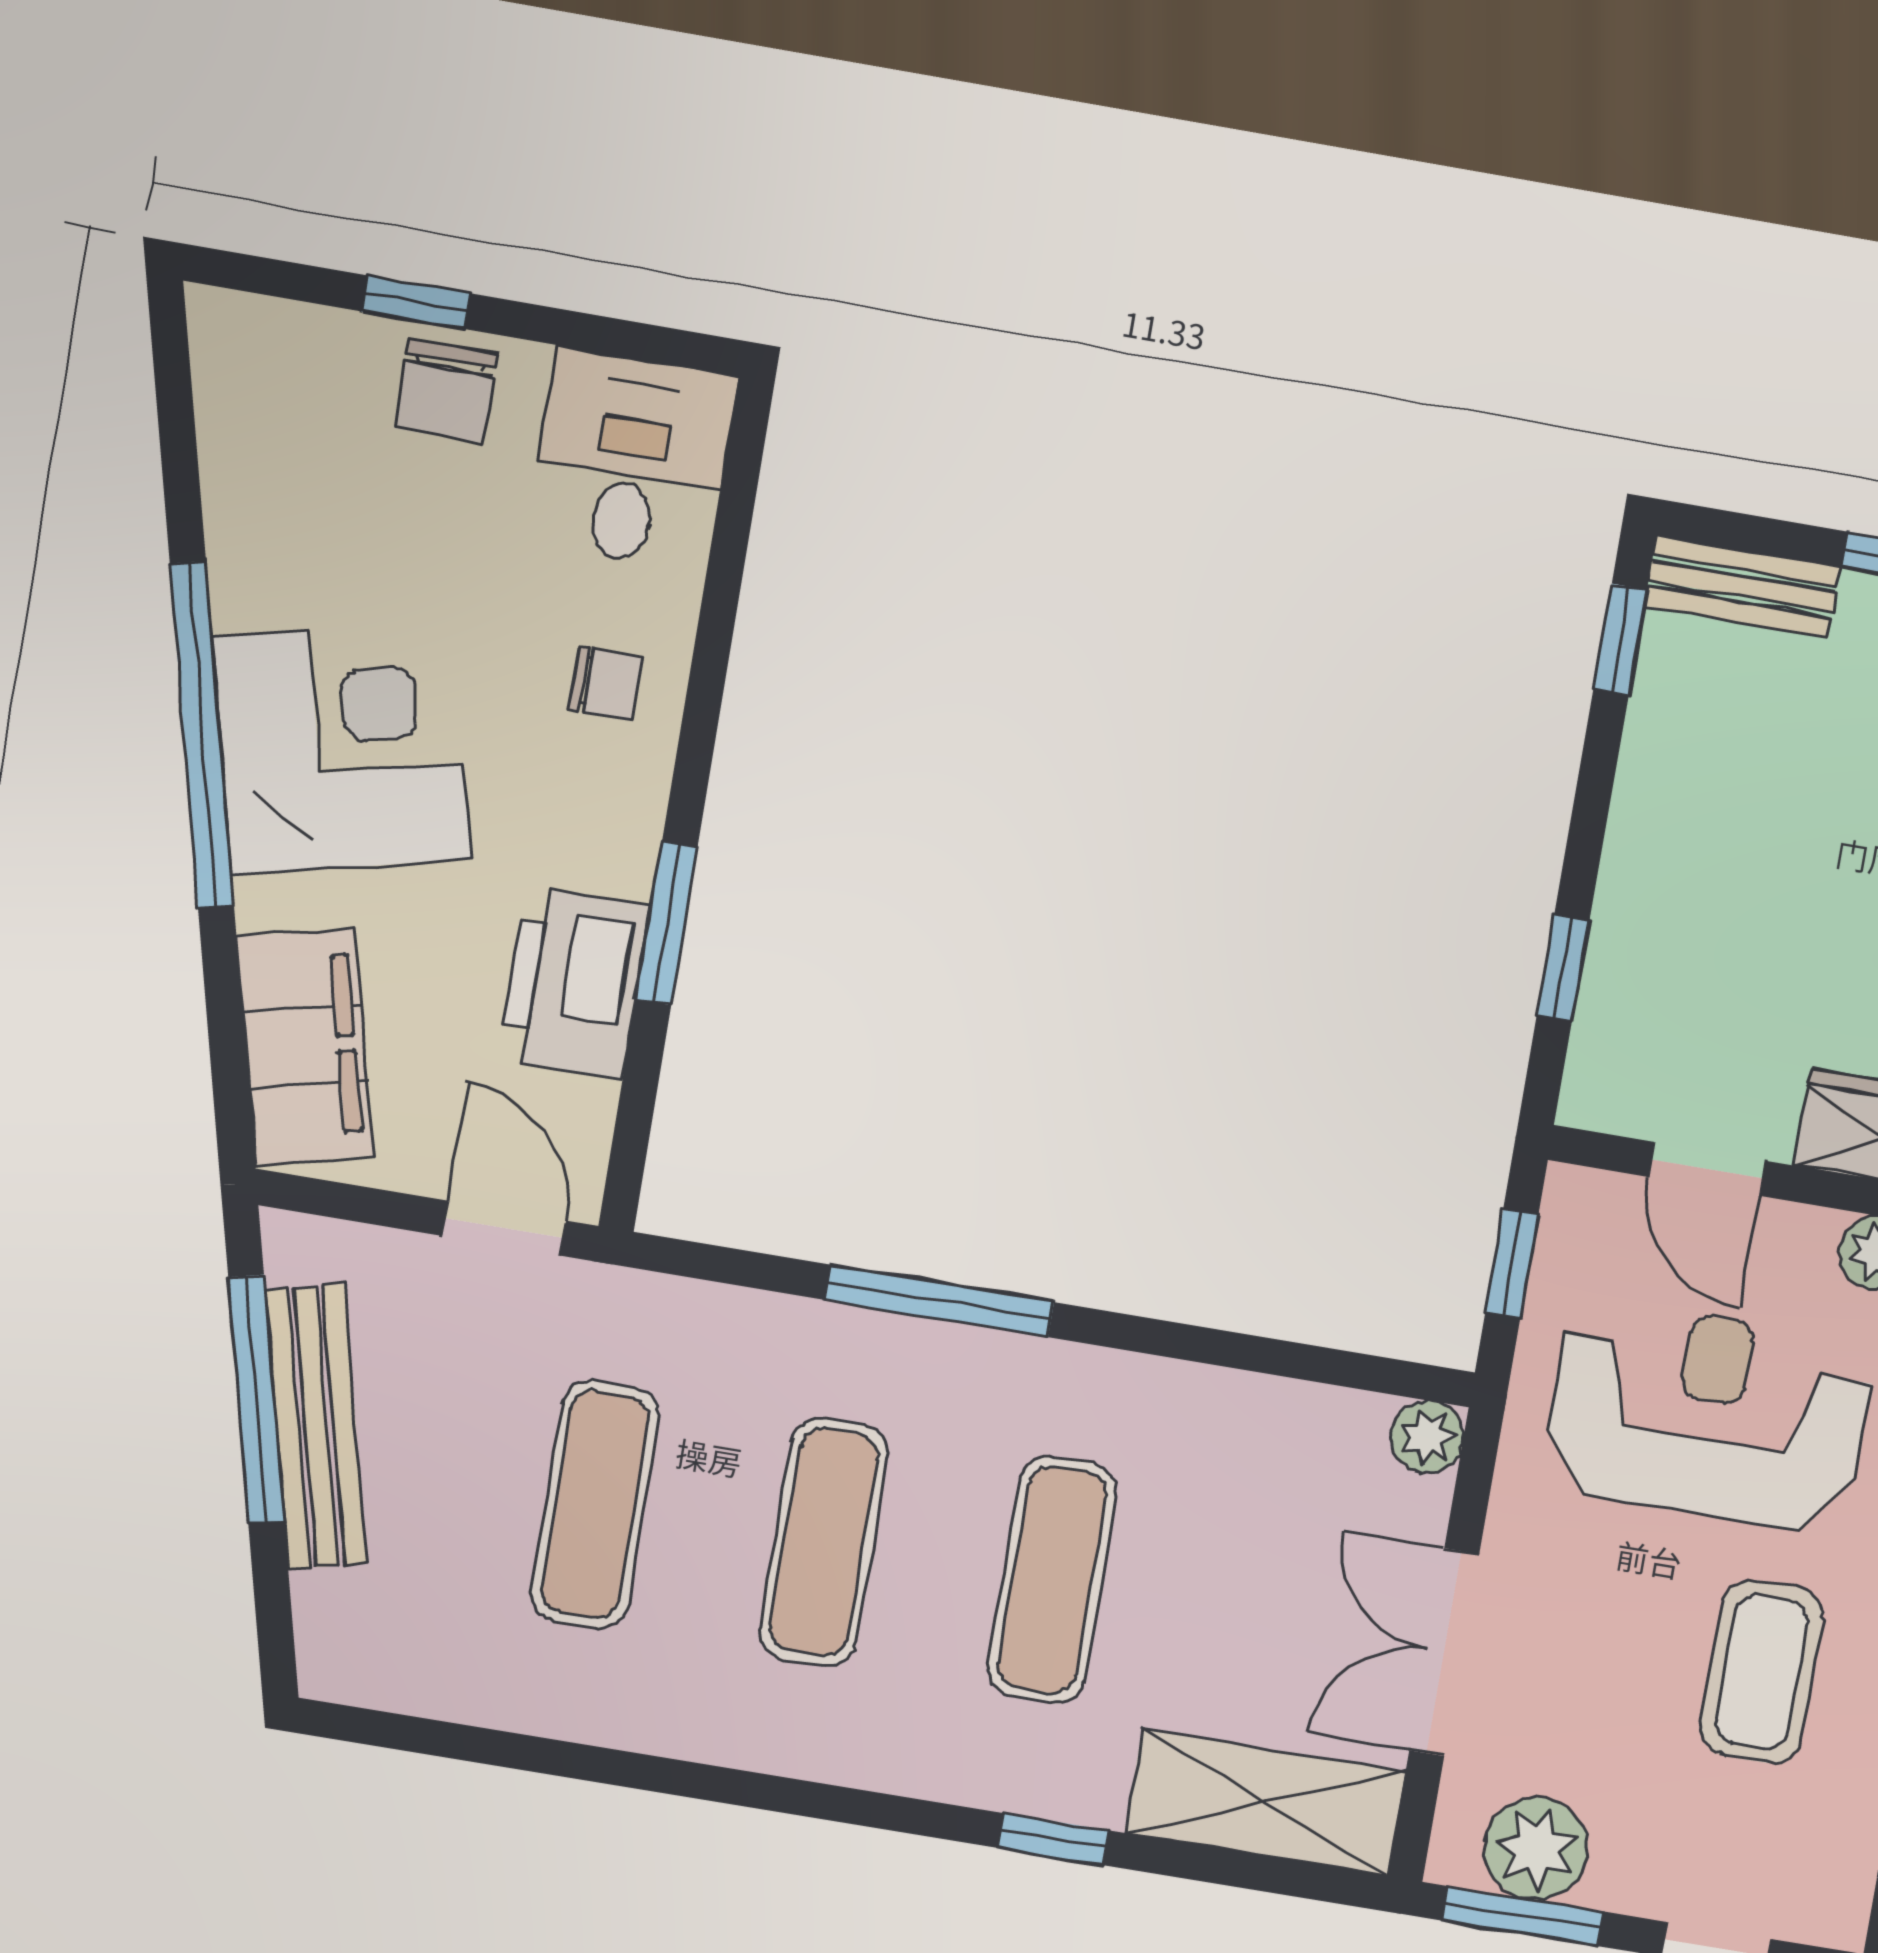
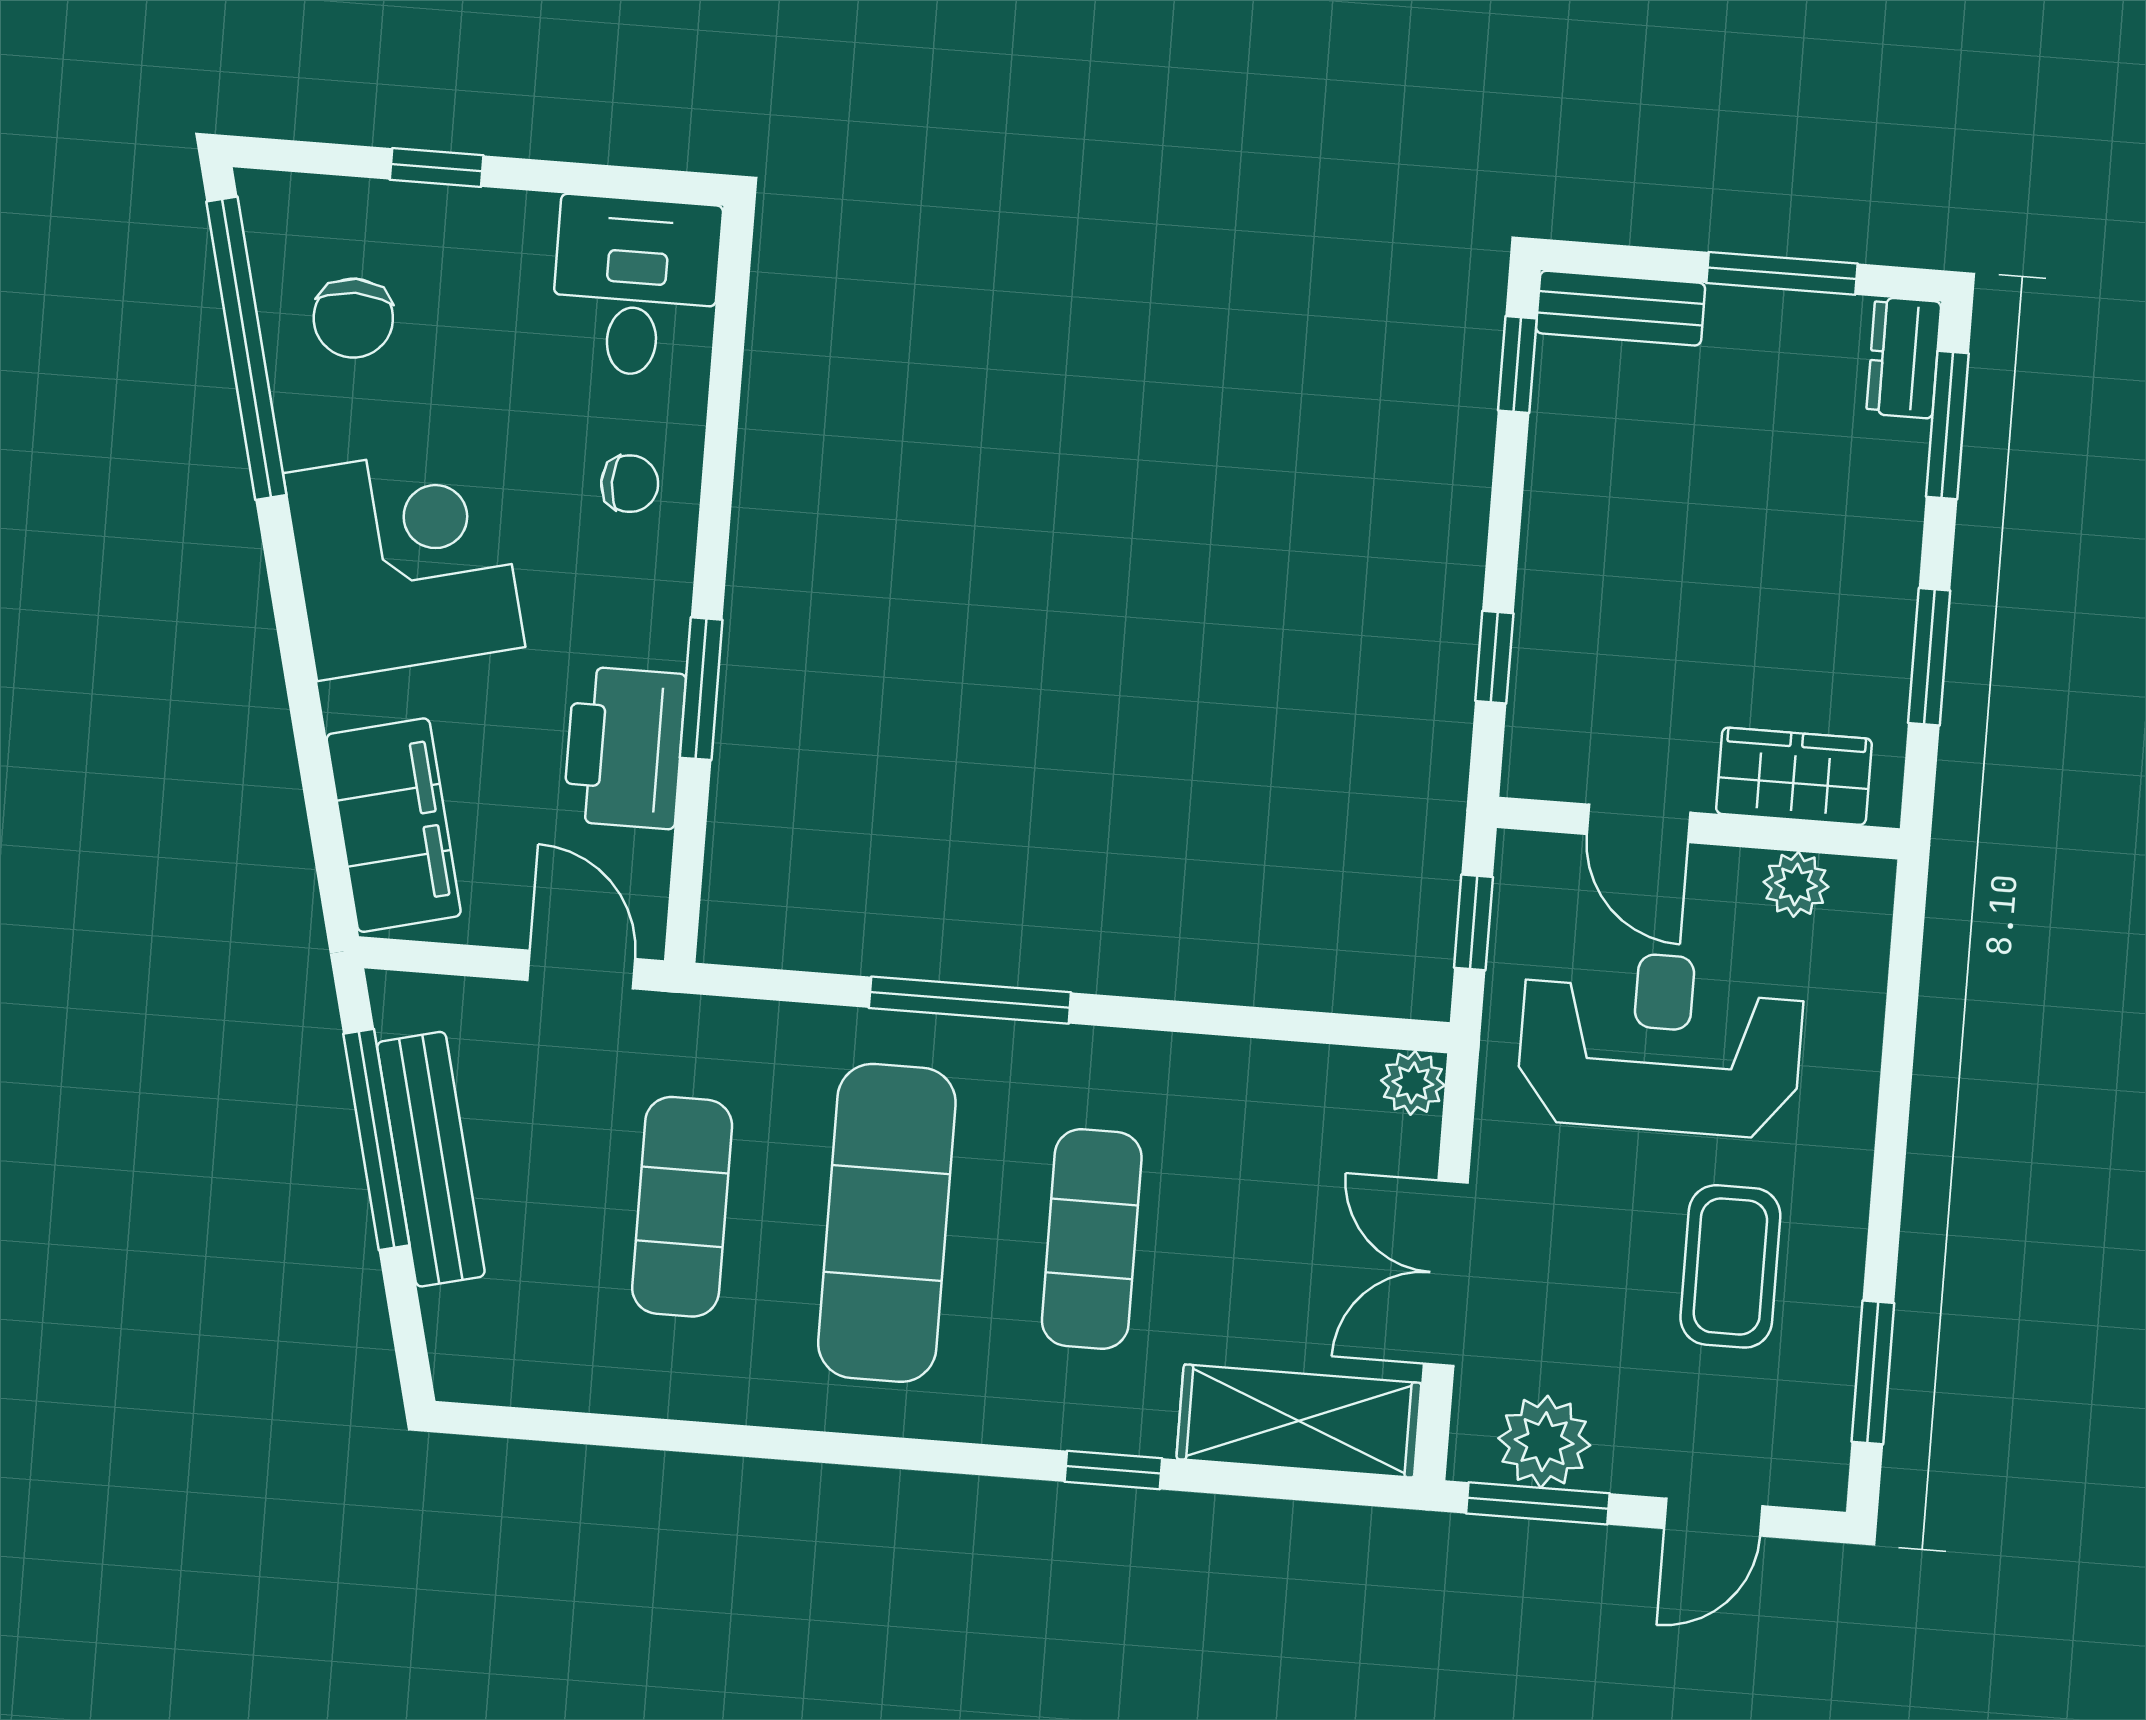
chair: (446, 391) -> (353, 318), moved
window: (202, 735) -> (246, 348), moved
exercise mat: (824, 1542) -> (887, 1223), width x1.36, depth x1.45

